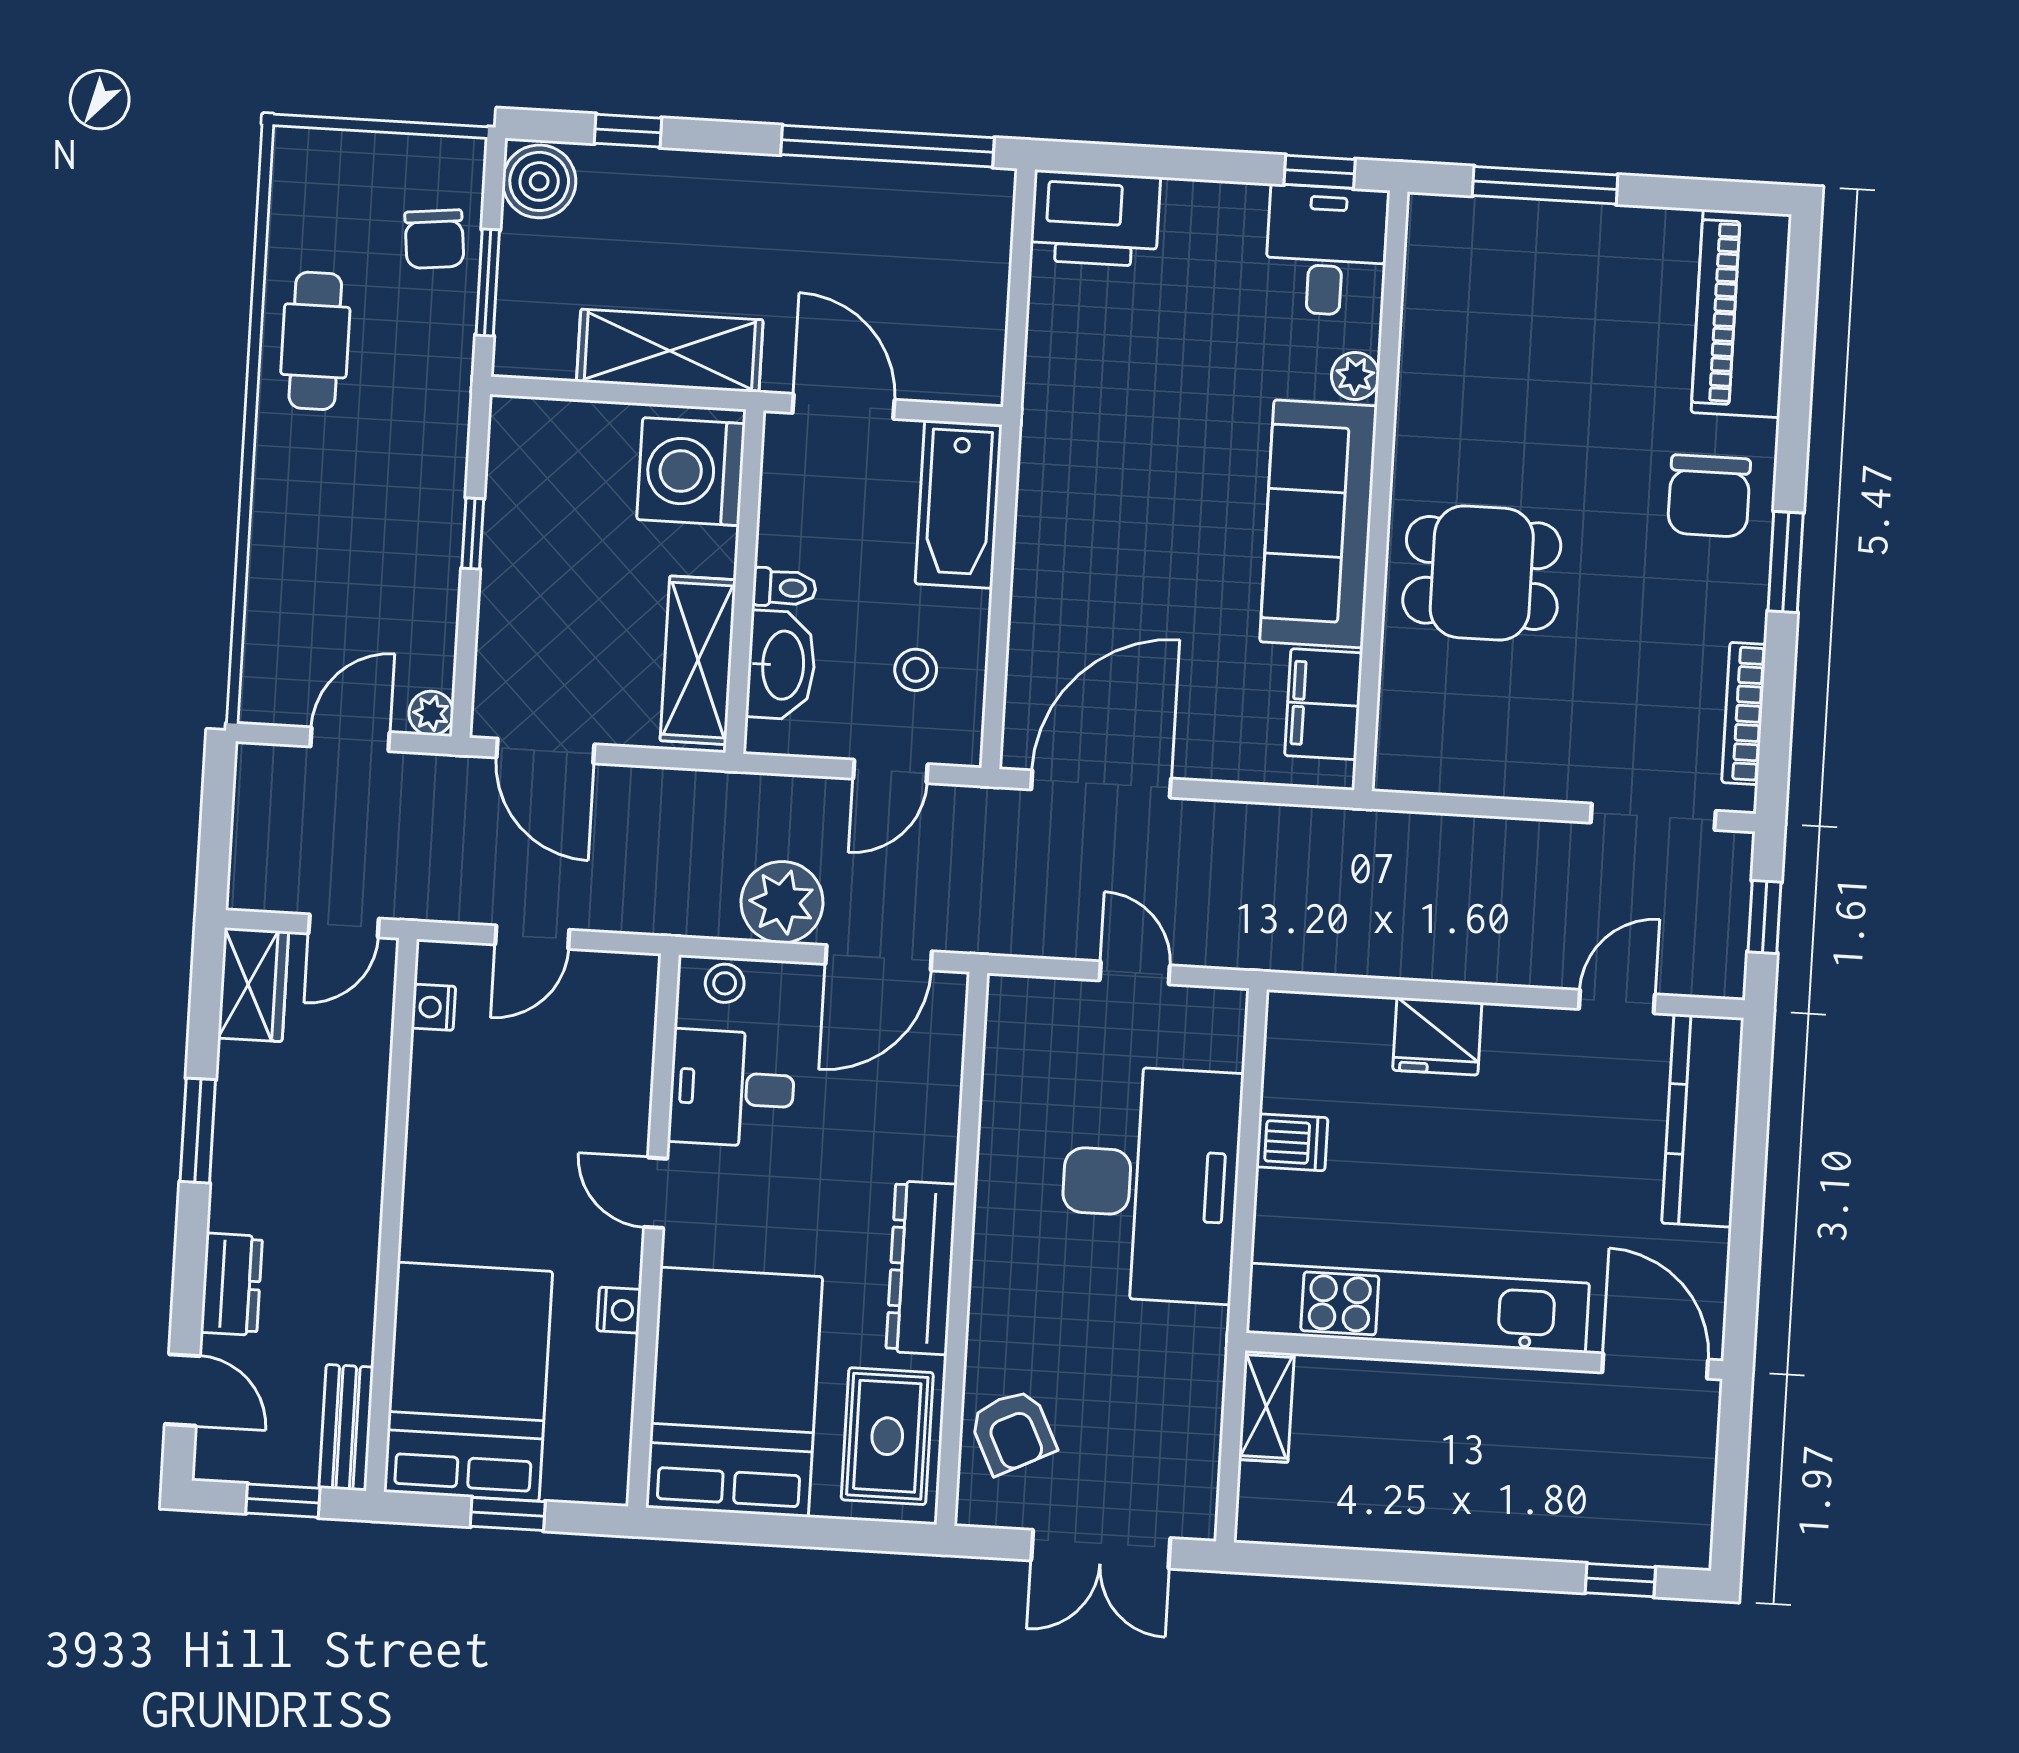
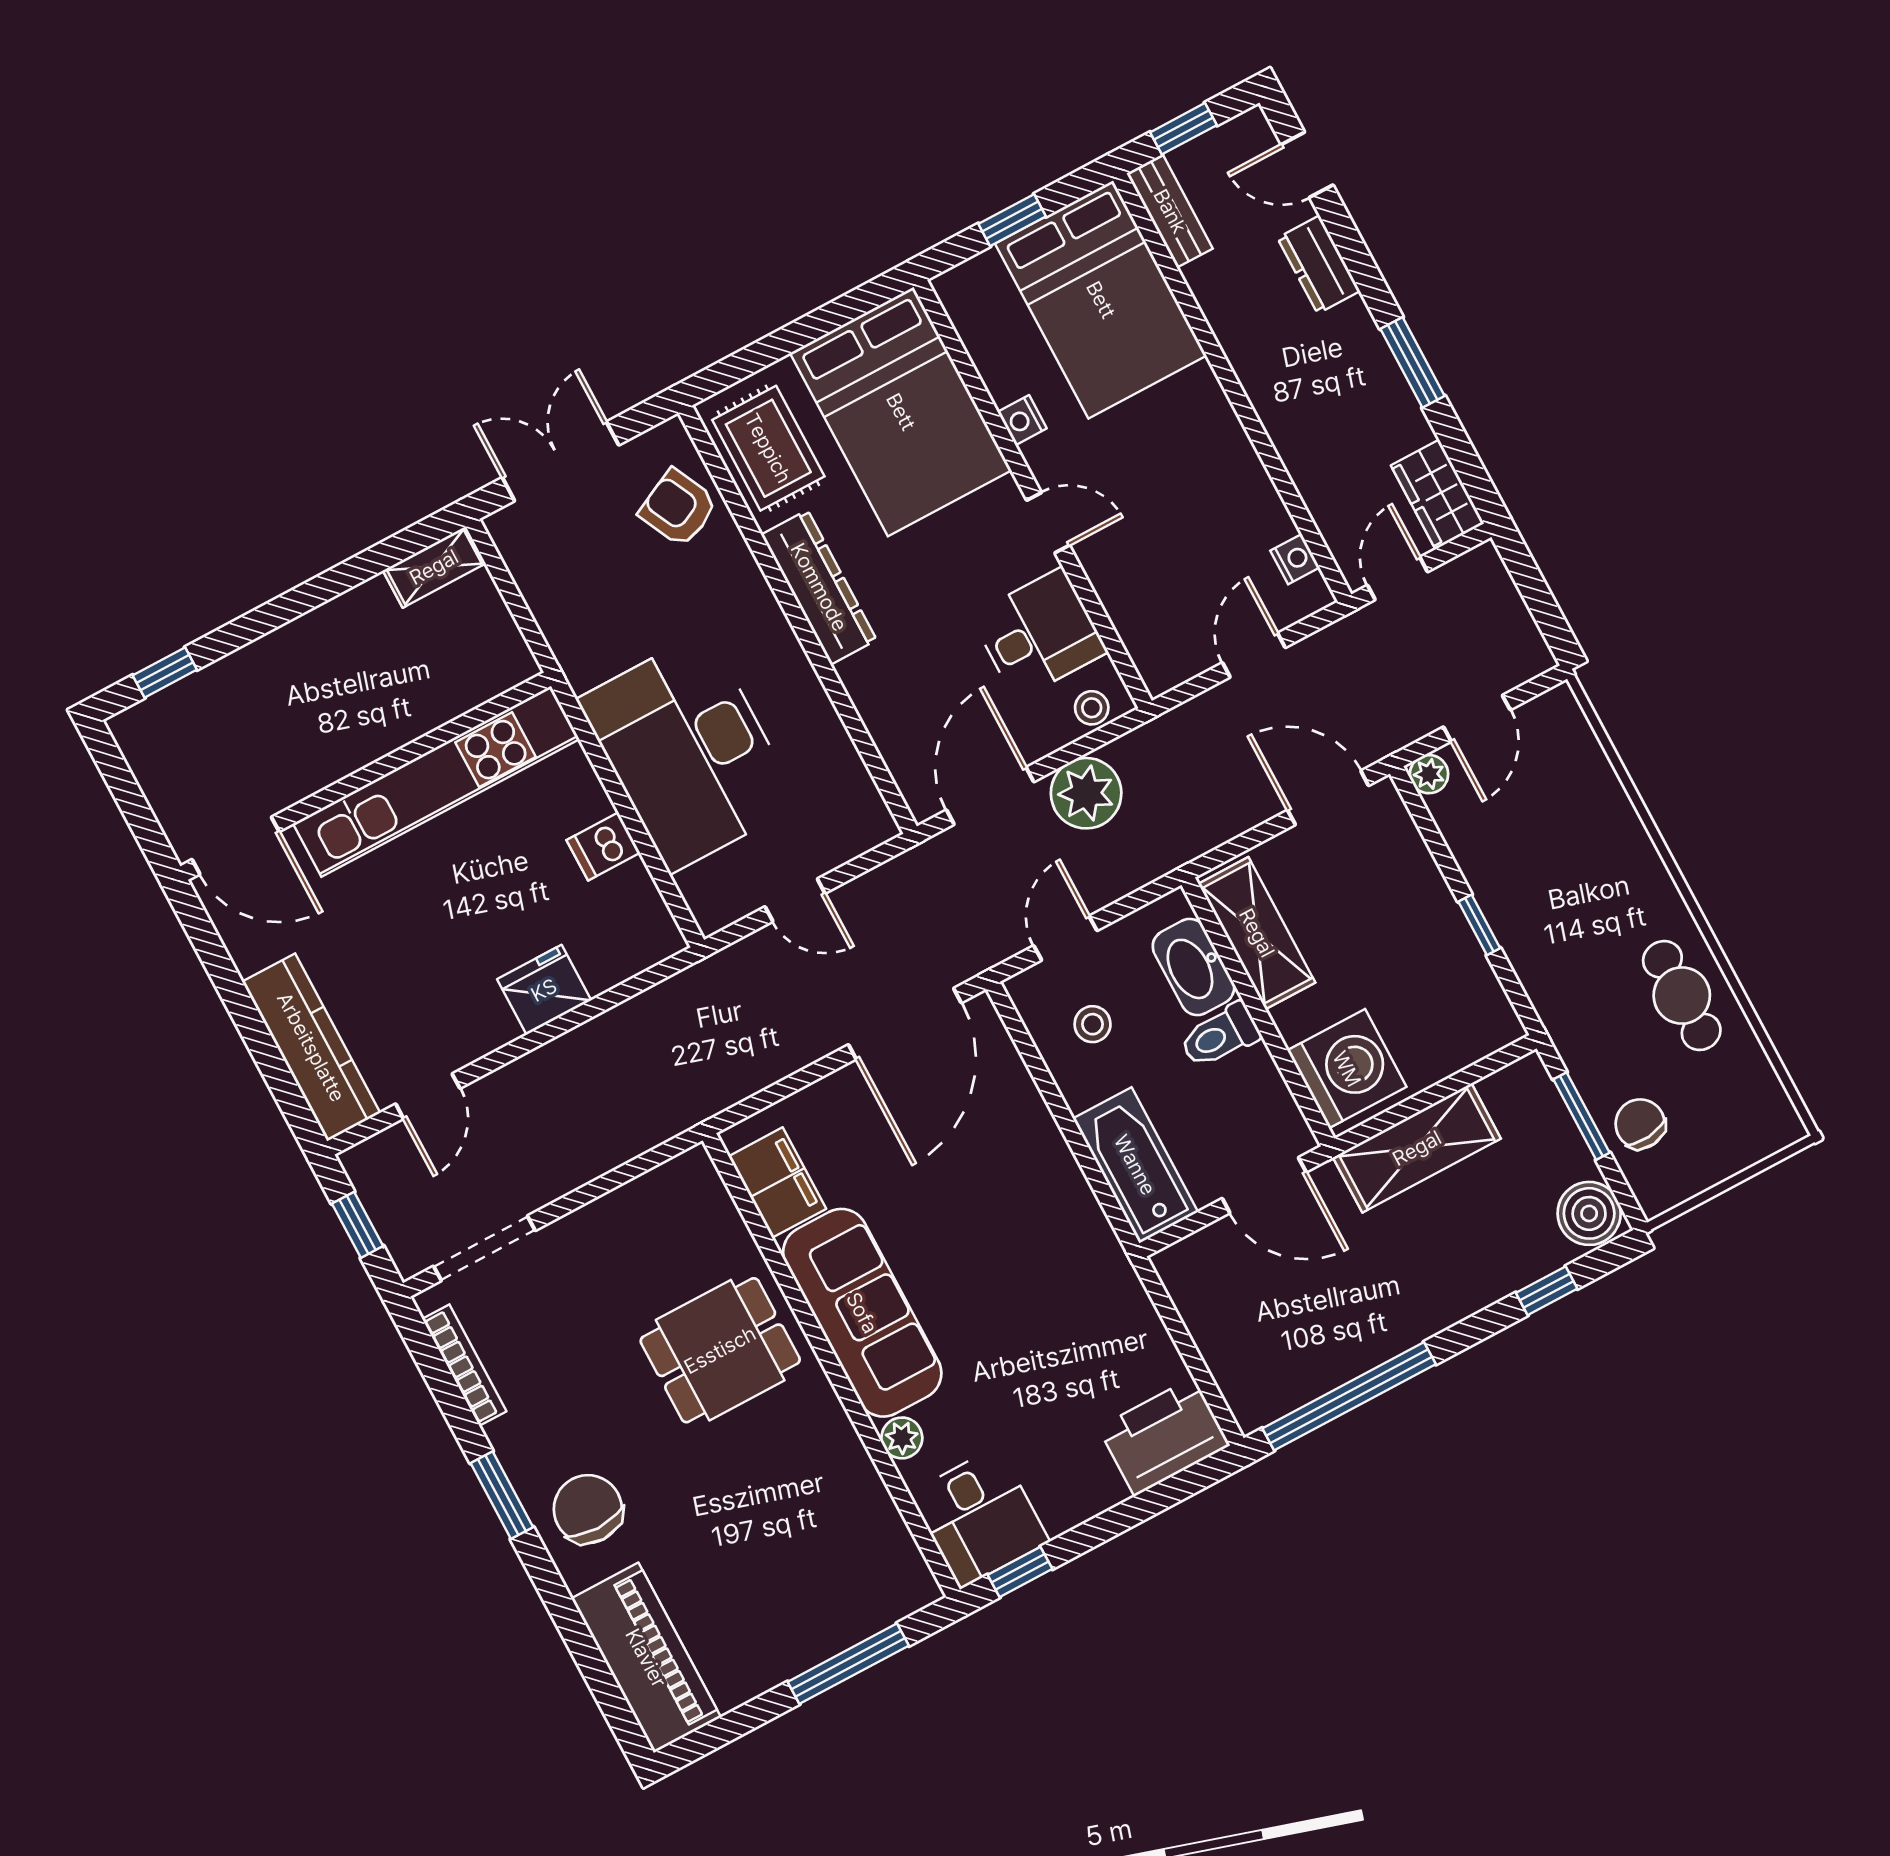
toilet: (784, 588) -> (1220, 1036), width x1.37, depth x1.39
shelving: (1266, 1406) -> (434, 567), moved, turned 90

